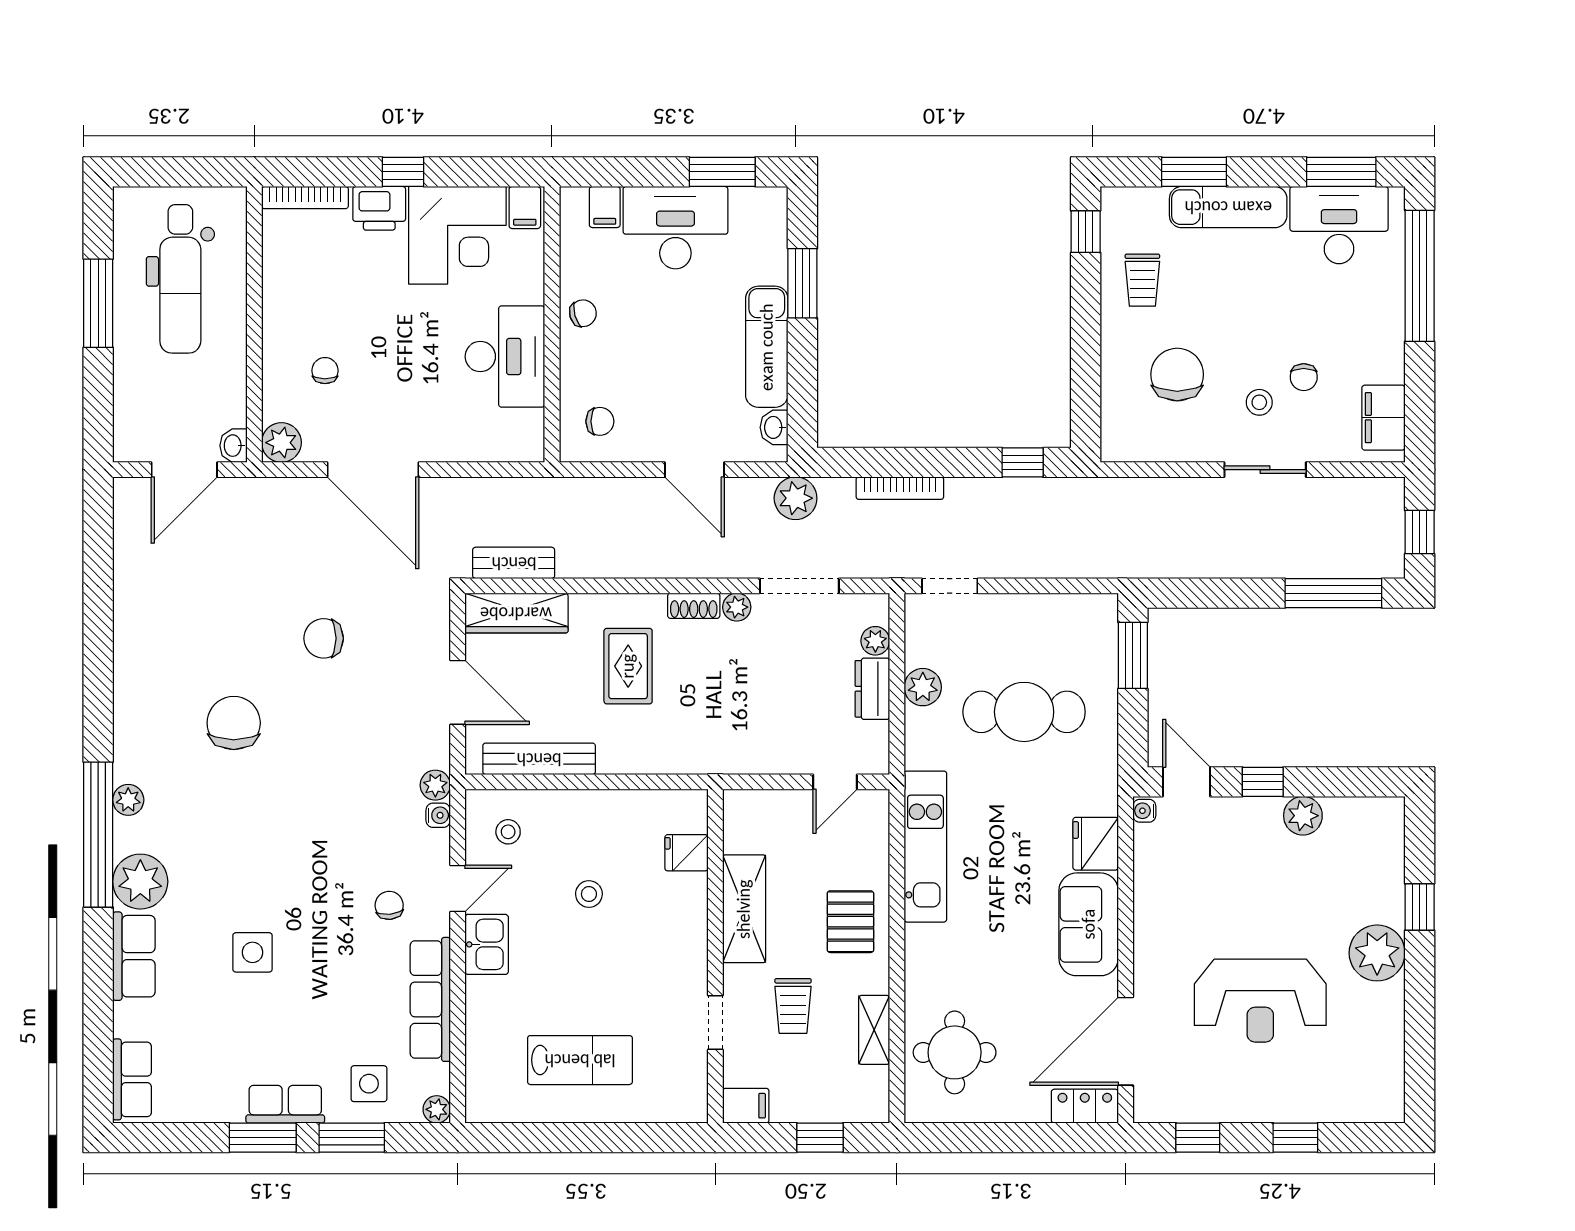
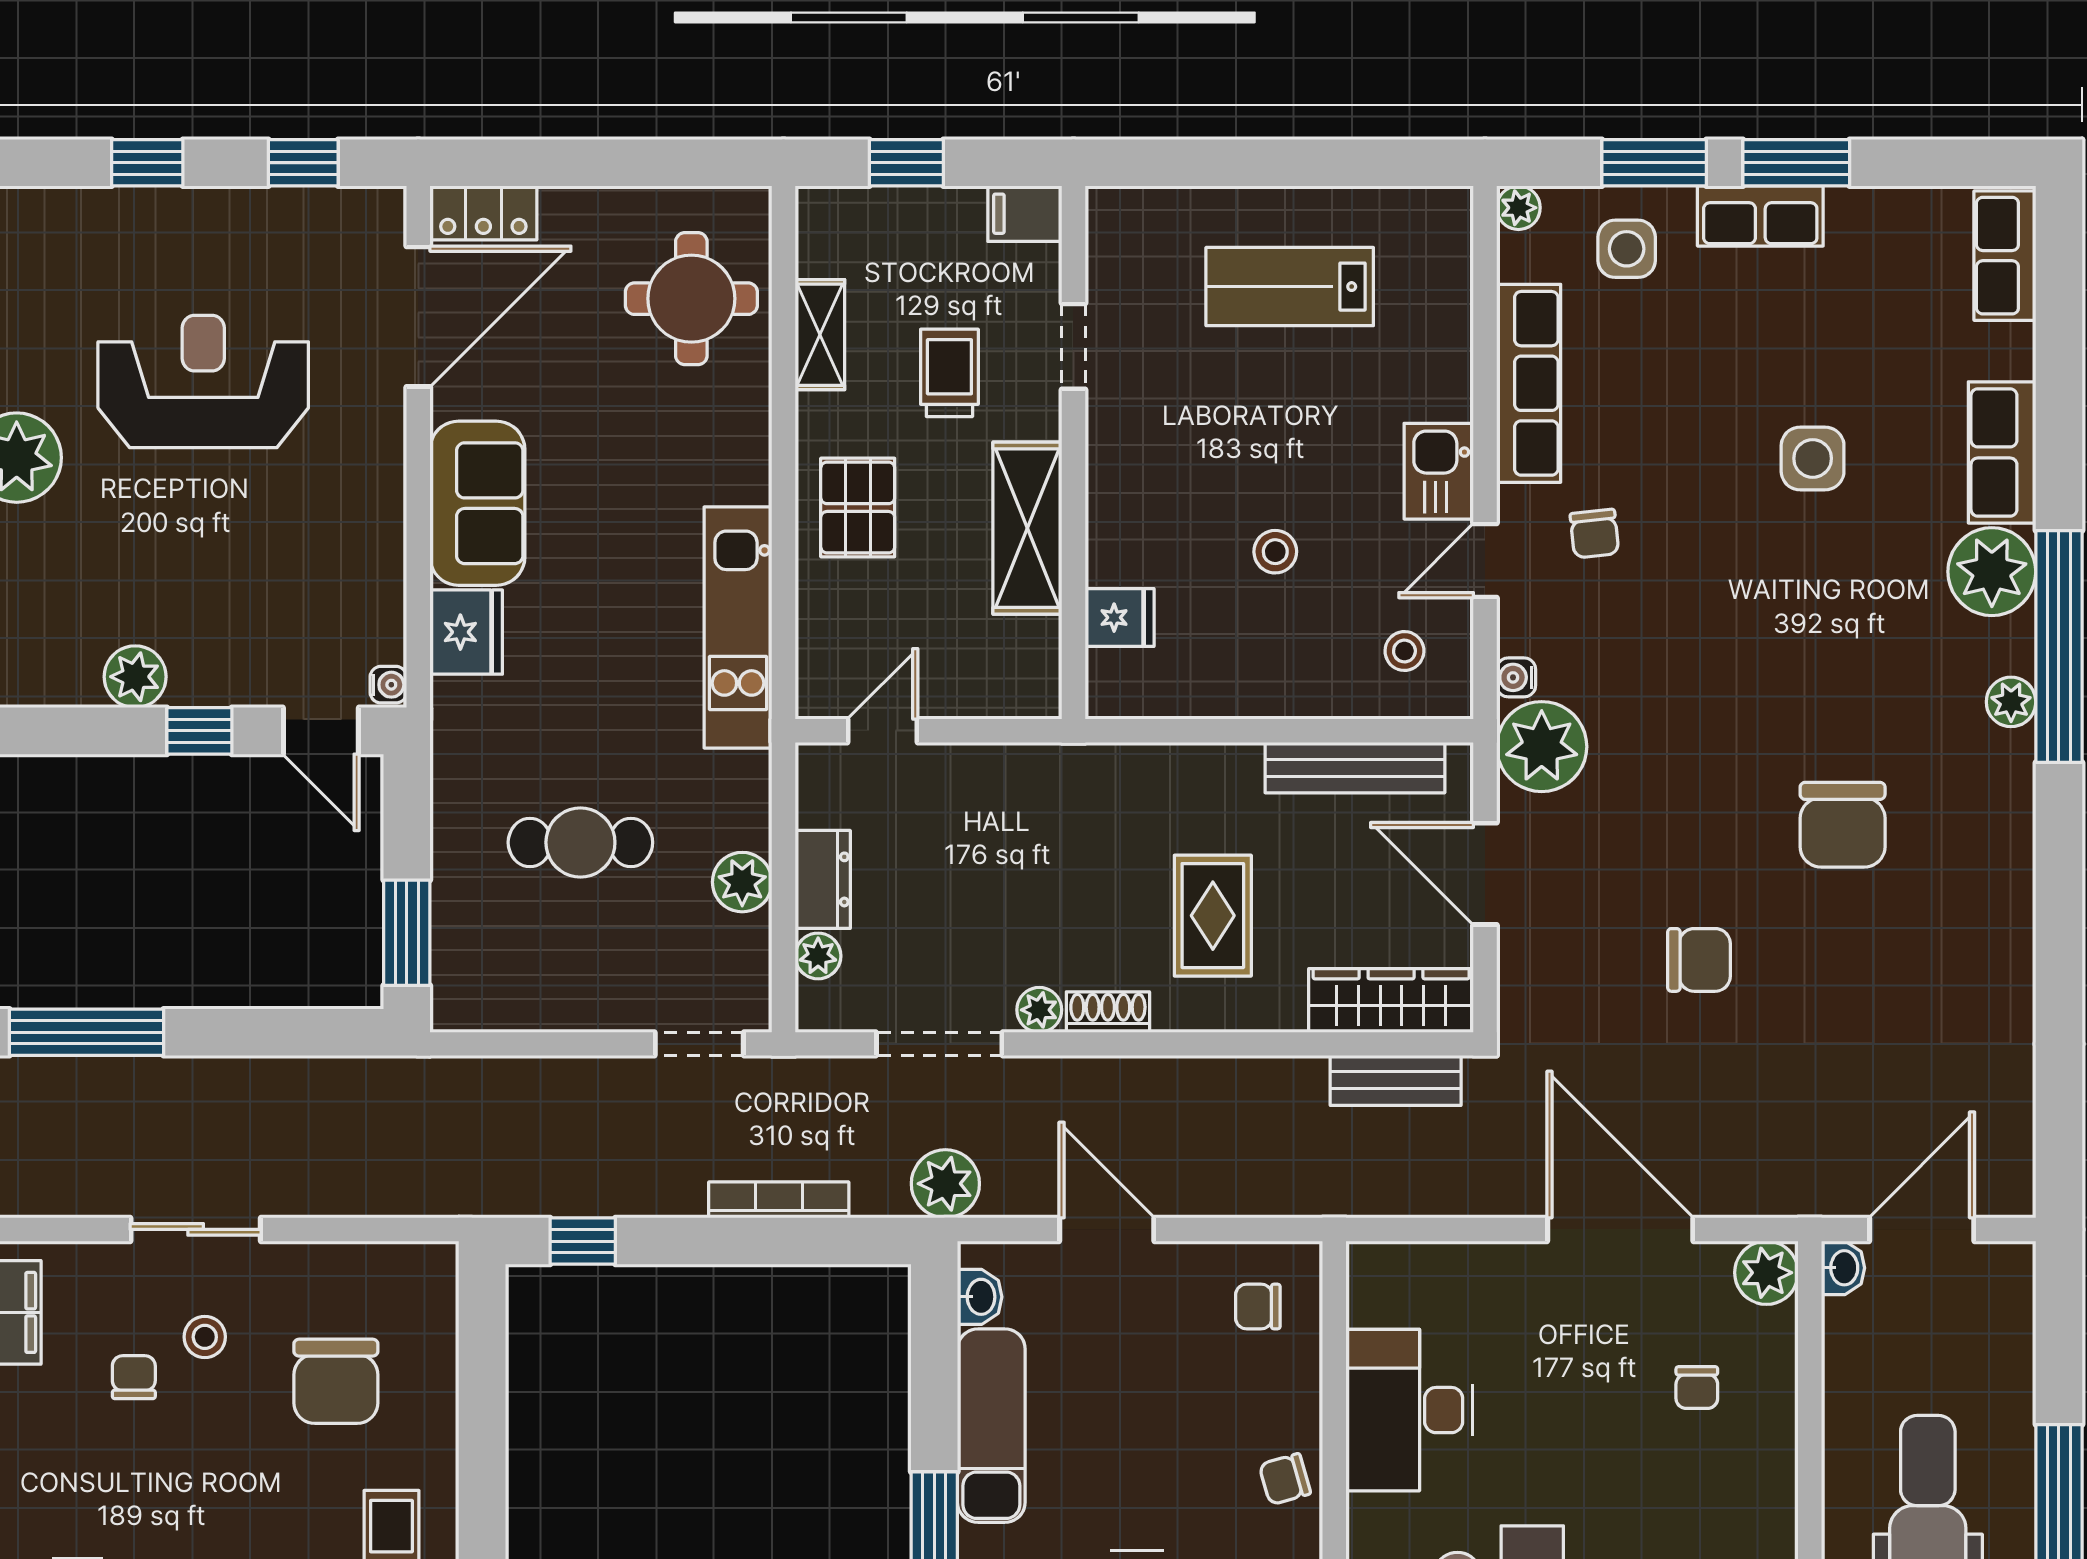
cafe table: (1024, 712) -> (580, 842), width x0.73, depth x0.74
plant: (435, 785) -> (1542, 747), width x1.87, depth x1.87

